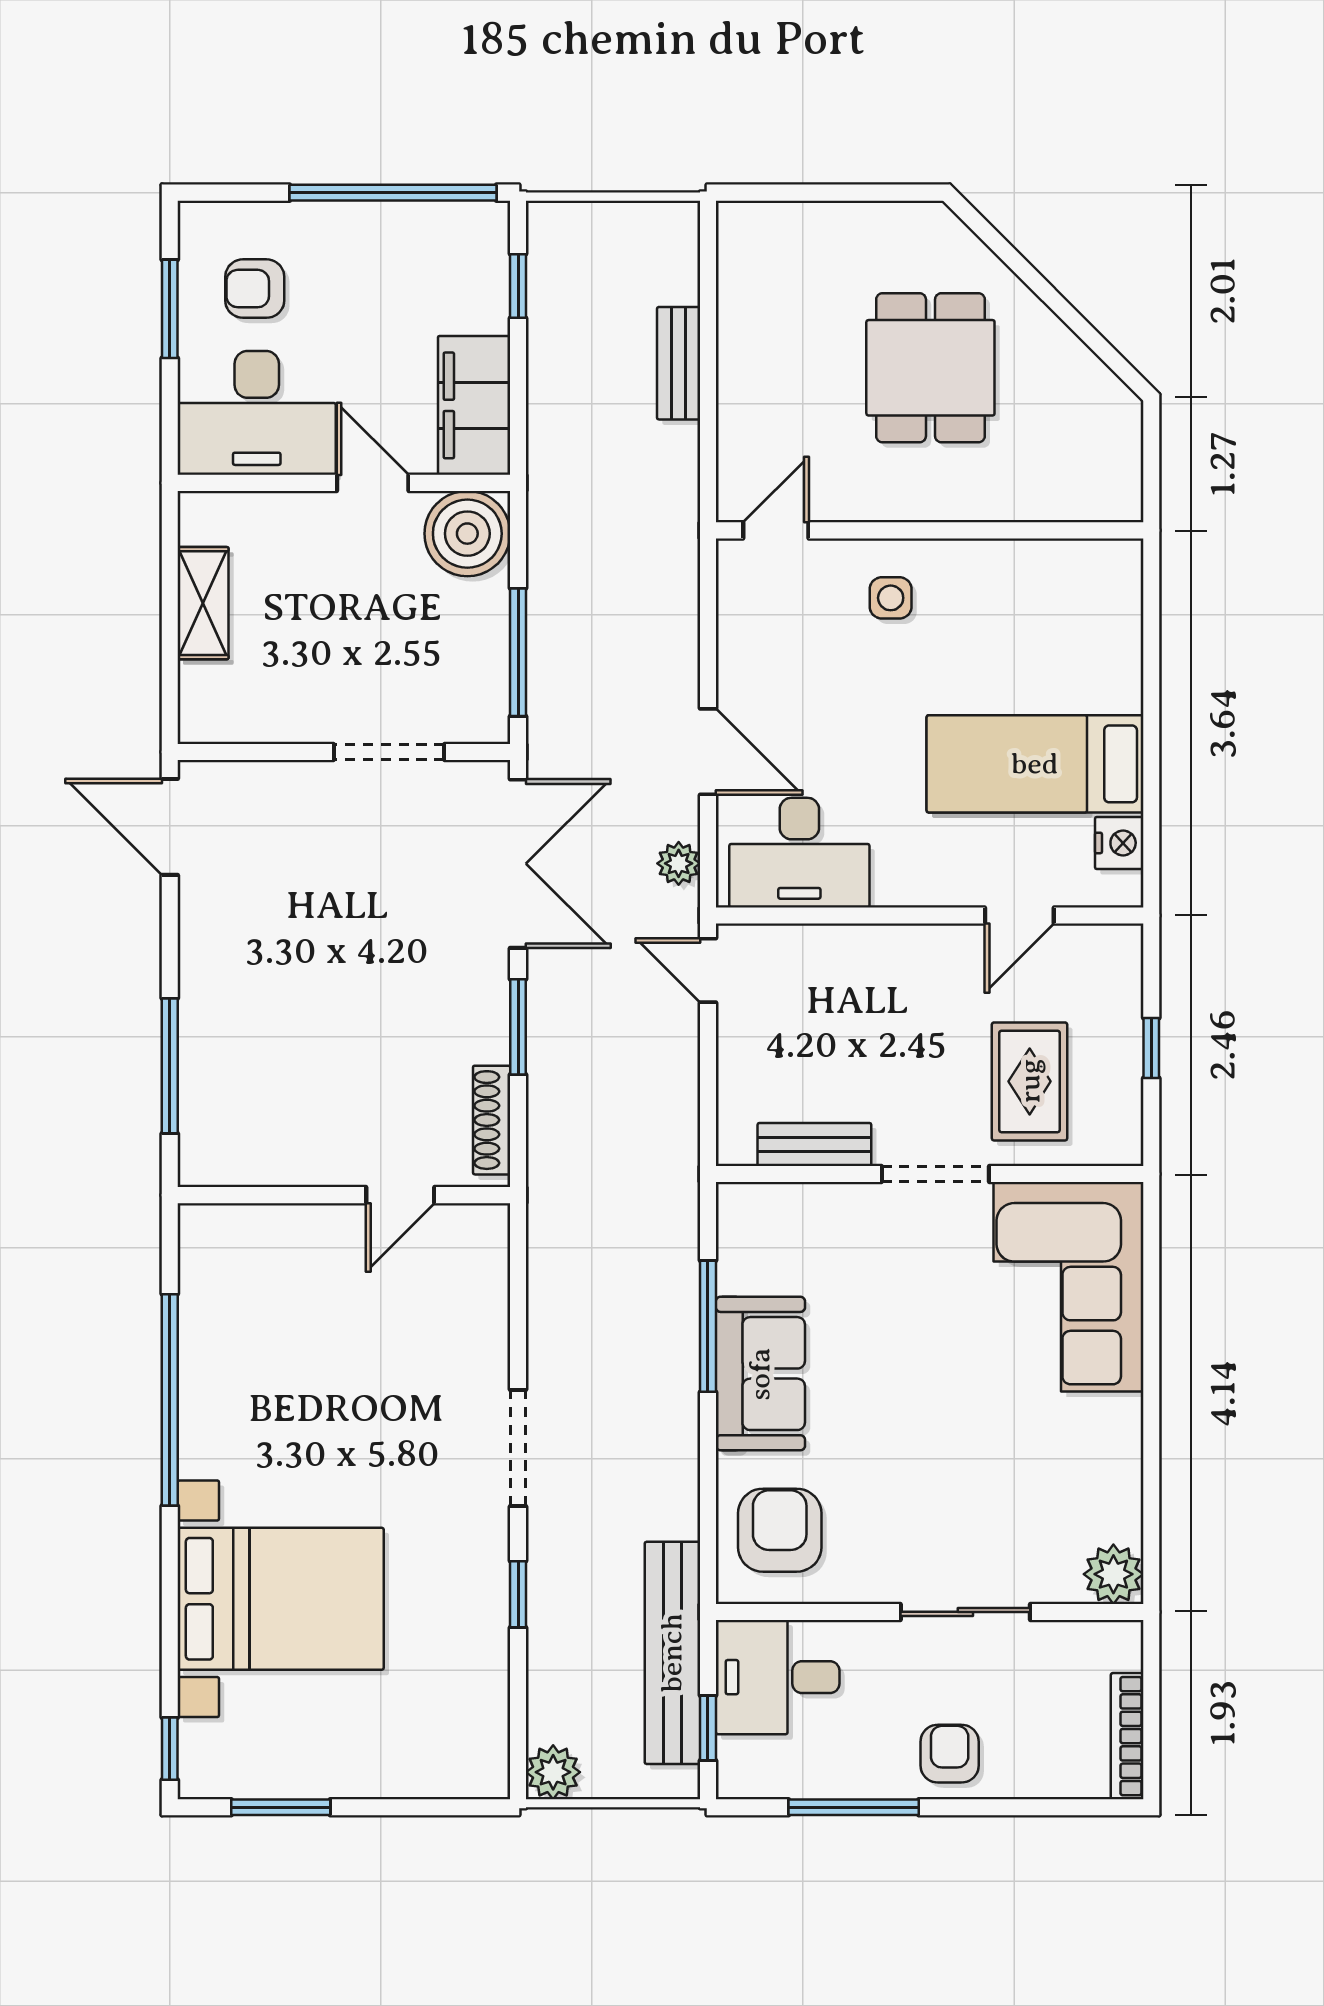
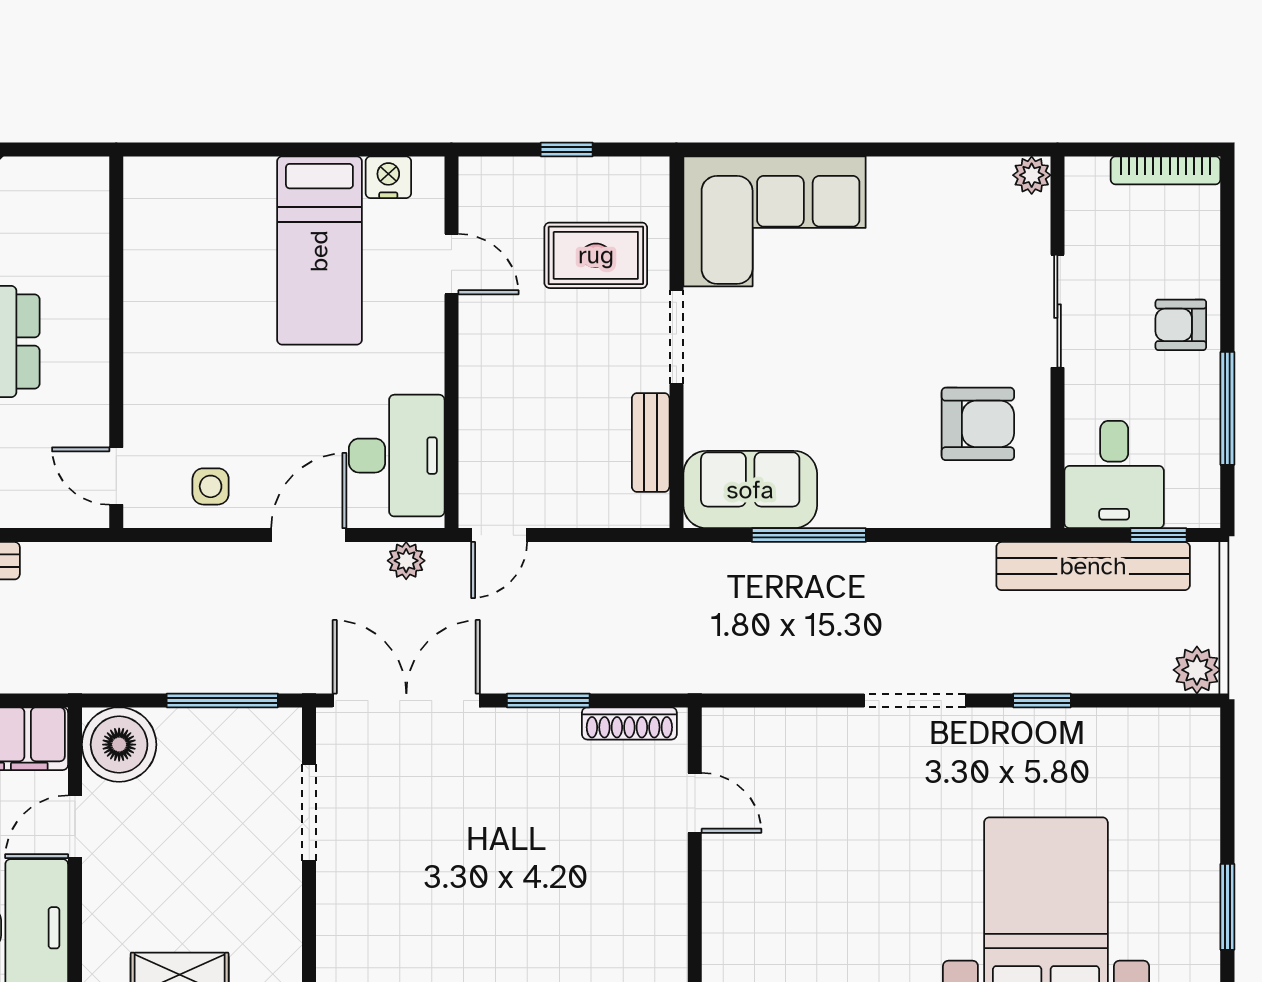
side table: (891, 598) -> (211, 486), moved
sofa: (760, 1374) -> (750, 490), moved
armchair: (780, 1530) -> (978, 424), moved, turned 180
plant: (1113, 1574) -> (1032, 175), width x0.73, depth x0.73

